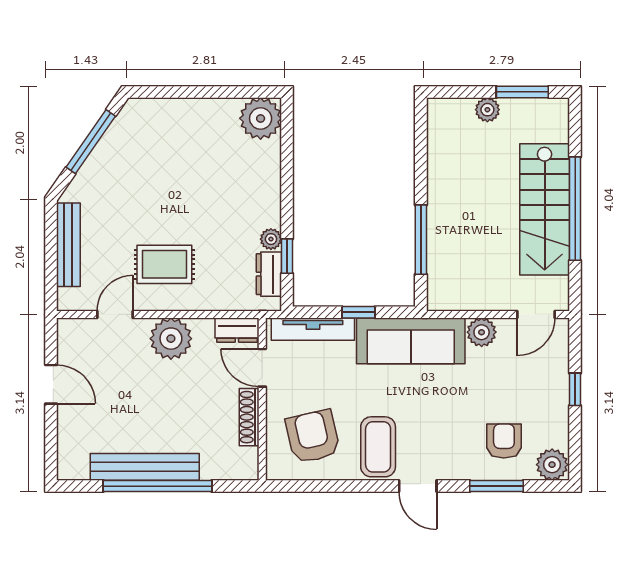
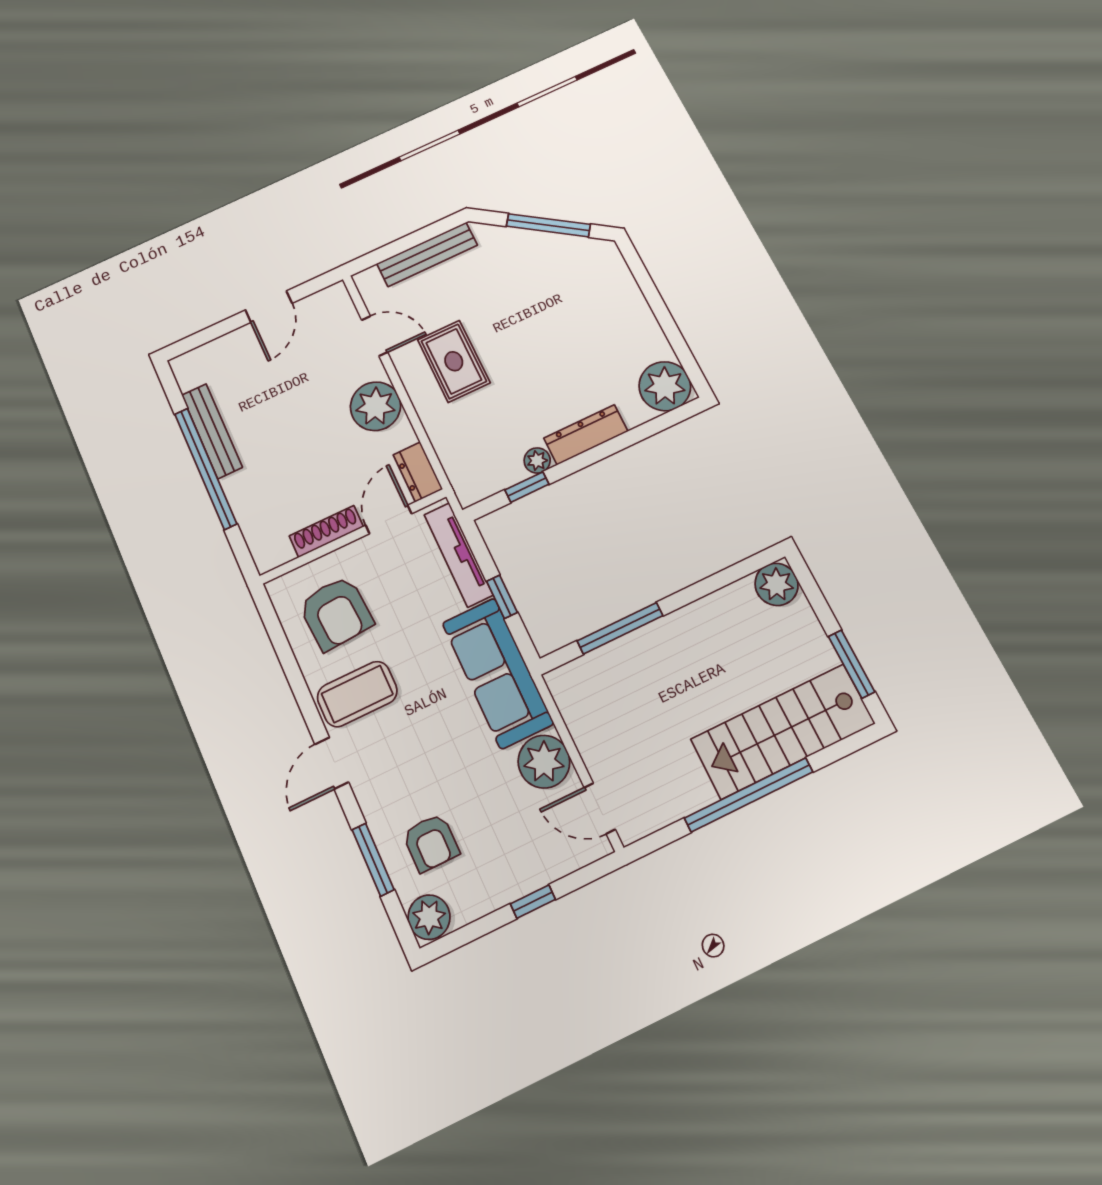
plant: (487, 110) -> (777, 584), moved, width x1.38, depth x1.38
stairs: (545, 209) -> (783, 731), moved
dresser: (269, 274) -> (586, 435), moved, width x1.44
plant: (482, 332) -> (544, 762), width x1.36, depth x1.36
armchair: (313, 437) -> (336, 613), turned 99
armchair: (504, 441) -> (431, 843), turned 90
bench: (145, 467) -> (212, 431), width x0.73, depth x0.82

